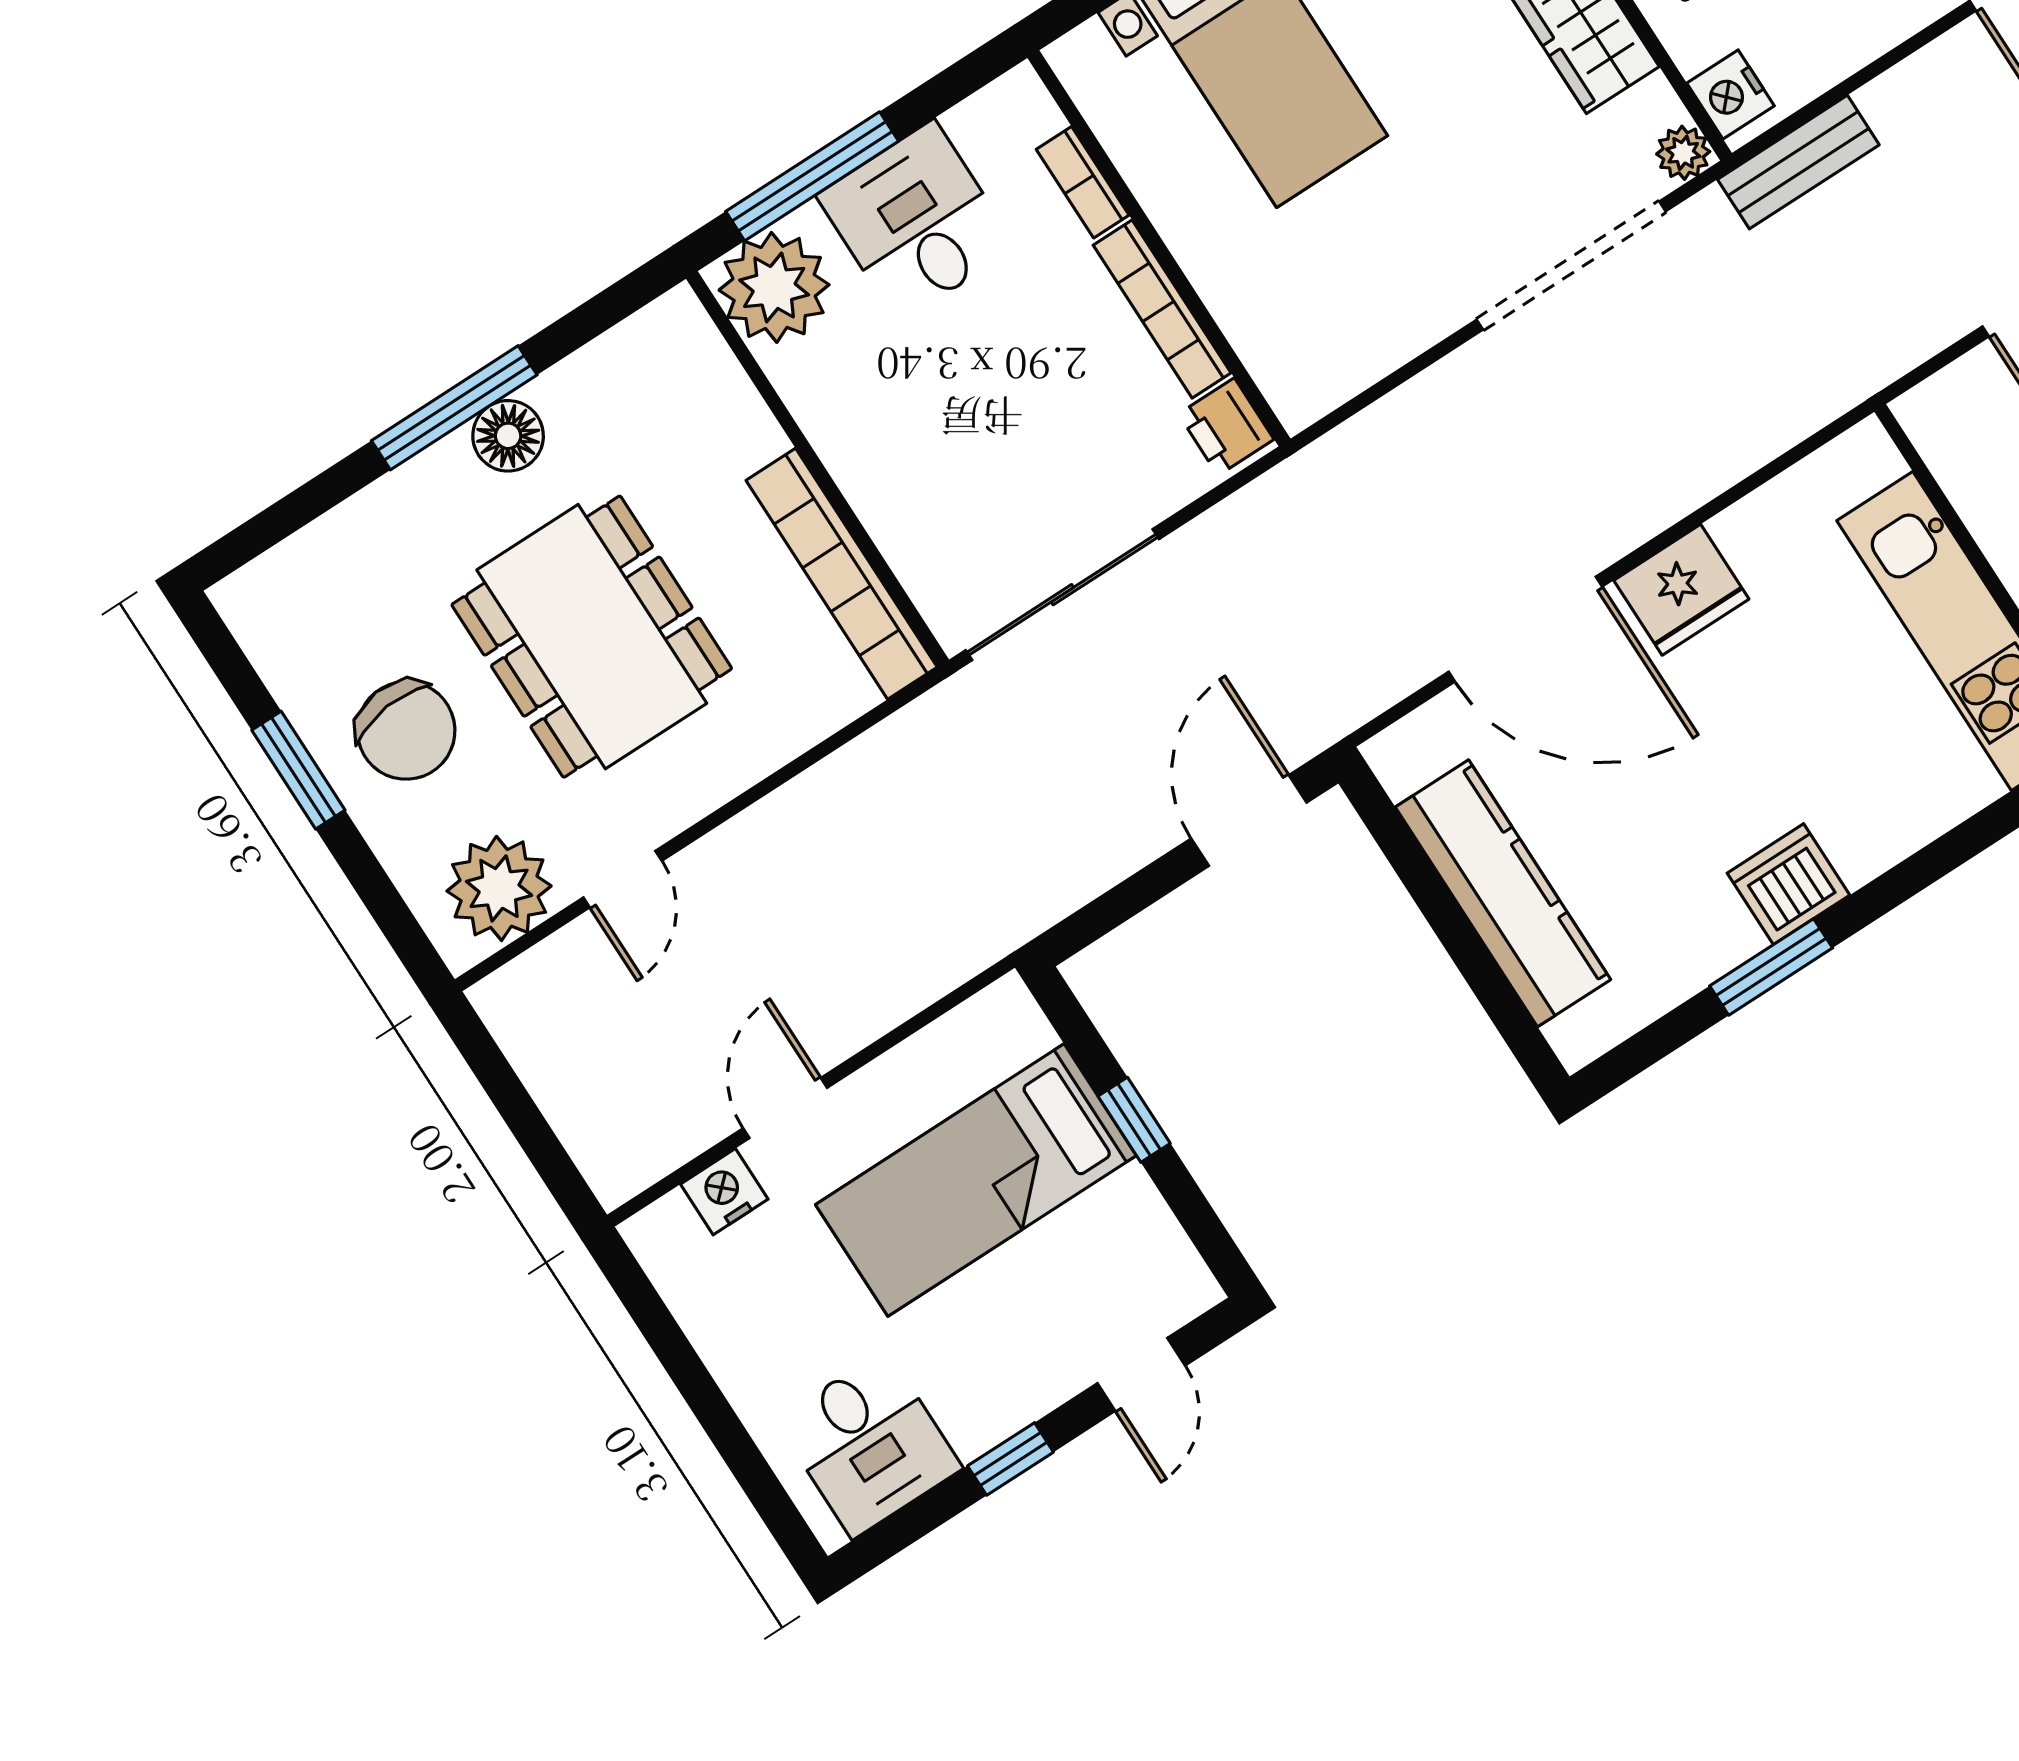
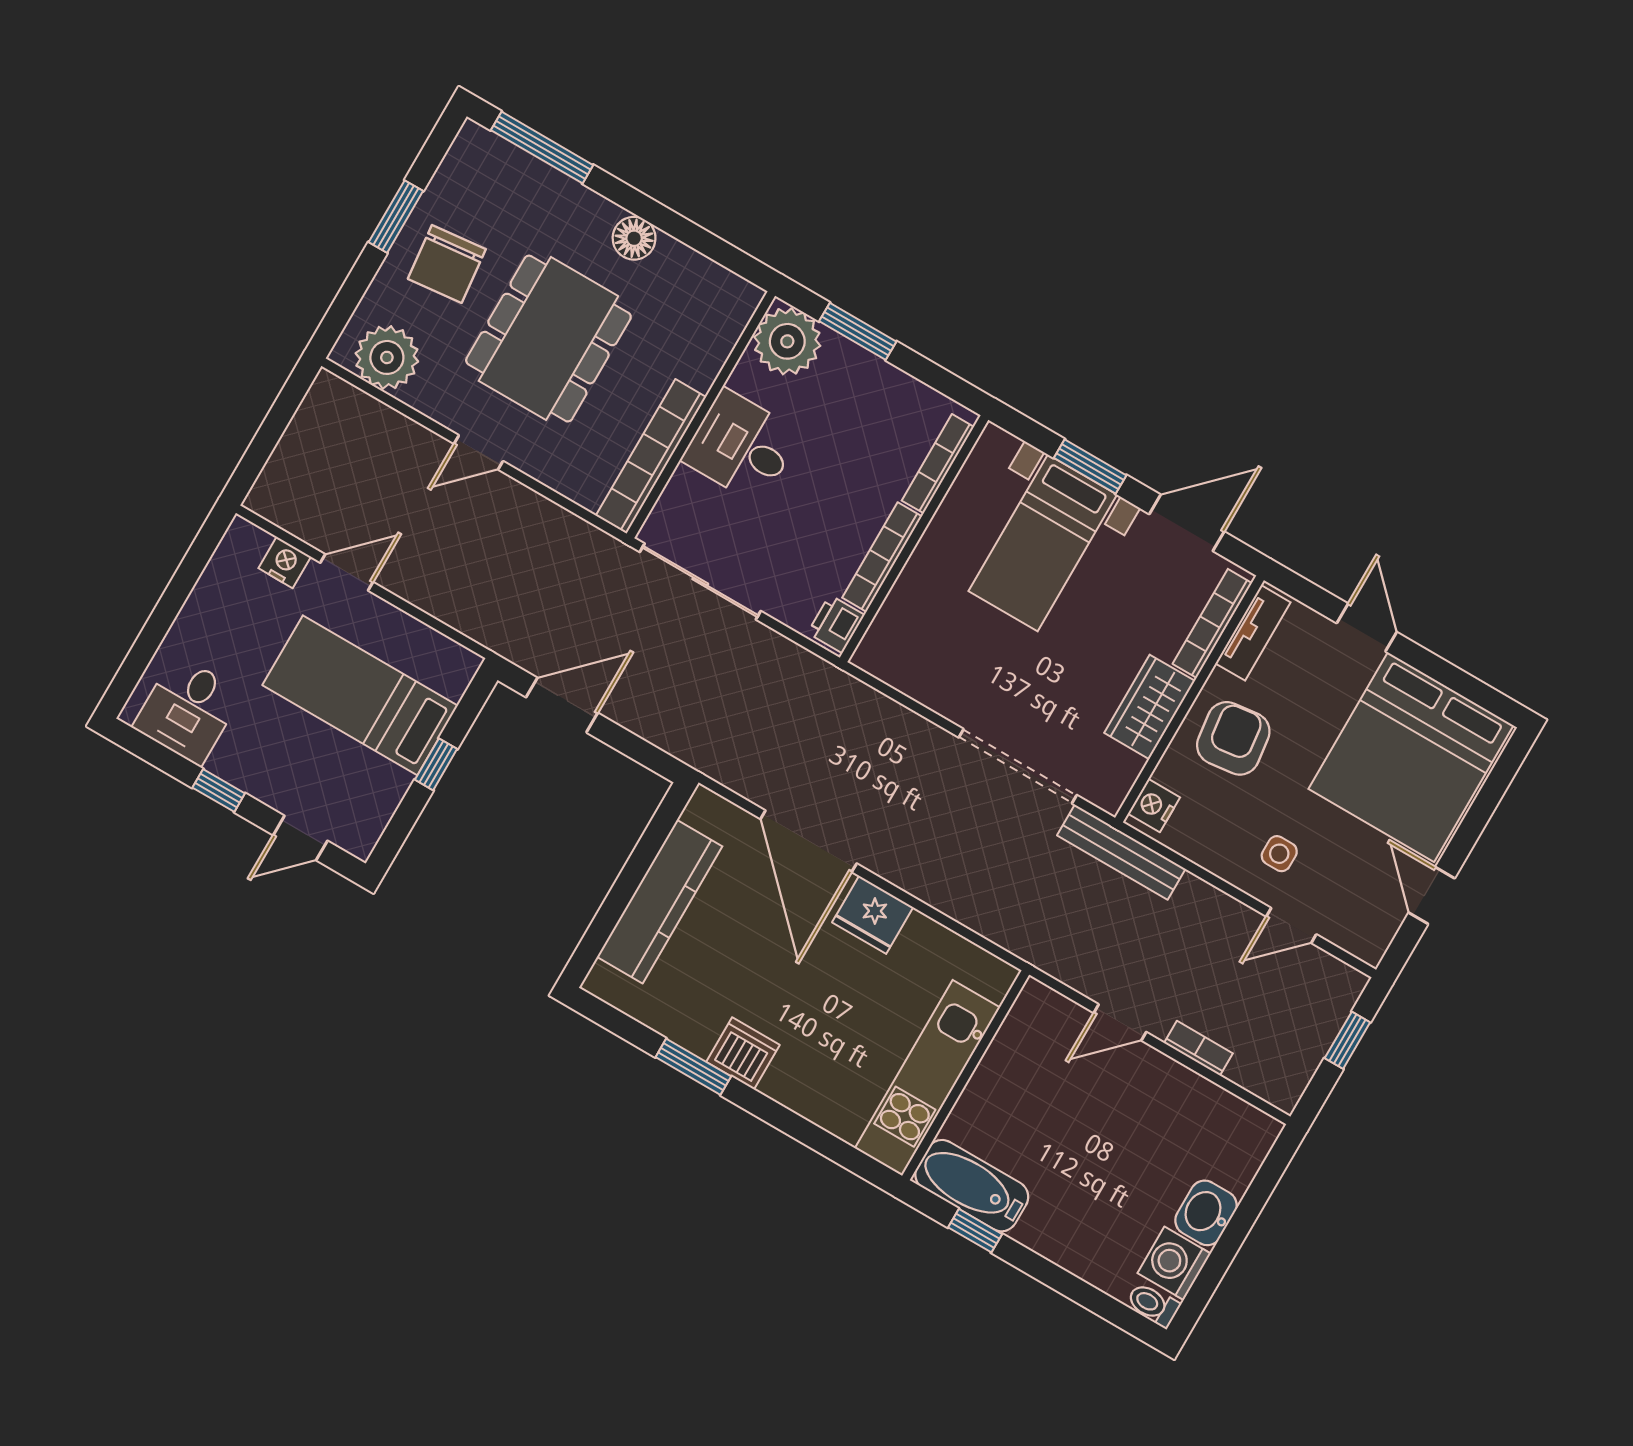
plant: (1683, 153) -> (1109, 796), removed
bench: (1798, 162) -> (1121, 852), width x1.36
window: (812, 176) -> (858, 331), width x0.69
bookcase: (1083, 182) -> (938, 464), width x1.56
desk: (916, 221) -> (741, 446), moved, turned -90
window: (454, 408) -> (542, 148), moved
door: (1249, 820) -> (562, 705), moved
door: (623, 879) -> (479, 452), moved

